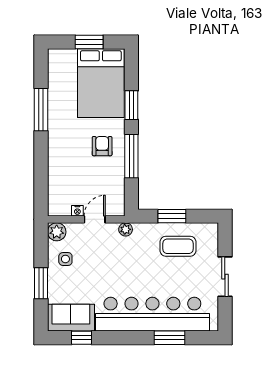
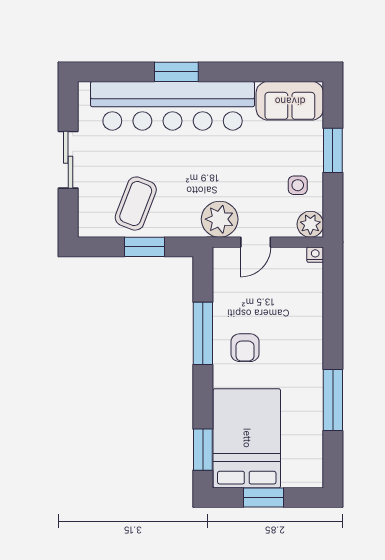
window: (131, 105) -> (203, 450), moved
nightstand: (77, 211) -> (315, 255), moved
plant: (126, 229) -> (220, 219), width x1.88, depth x1.88
coffee table: (178, 246) -> (136, 204), turned -69
window: (82, 338) -> (275, 72), removed
window: (169, 338) -> (176, 72), moved

